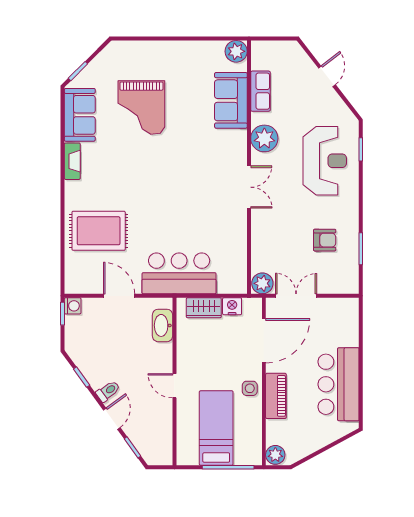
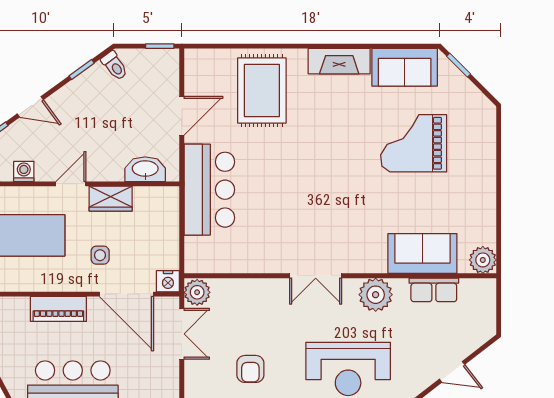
fireplace: (72, 161) -> (339, 61), width x1.37, depth x1.32
washing machine: (73, 306) -> (24, 171), moved, turned 180
nightstand: (232, 306) -> (168, 281), moved, turned 90
wardrobe: (204, 308) -> (111, 199), moved, turned -90
side table: (250, 388) -> (100, 255), moved
toilet: (108, 391) -> (115, 66), moved

